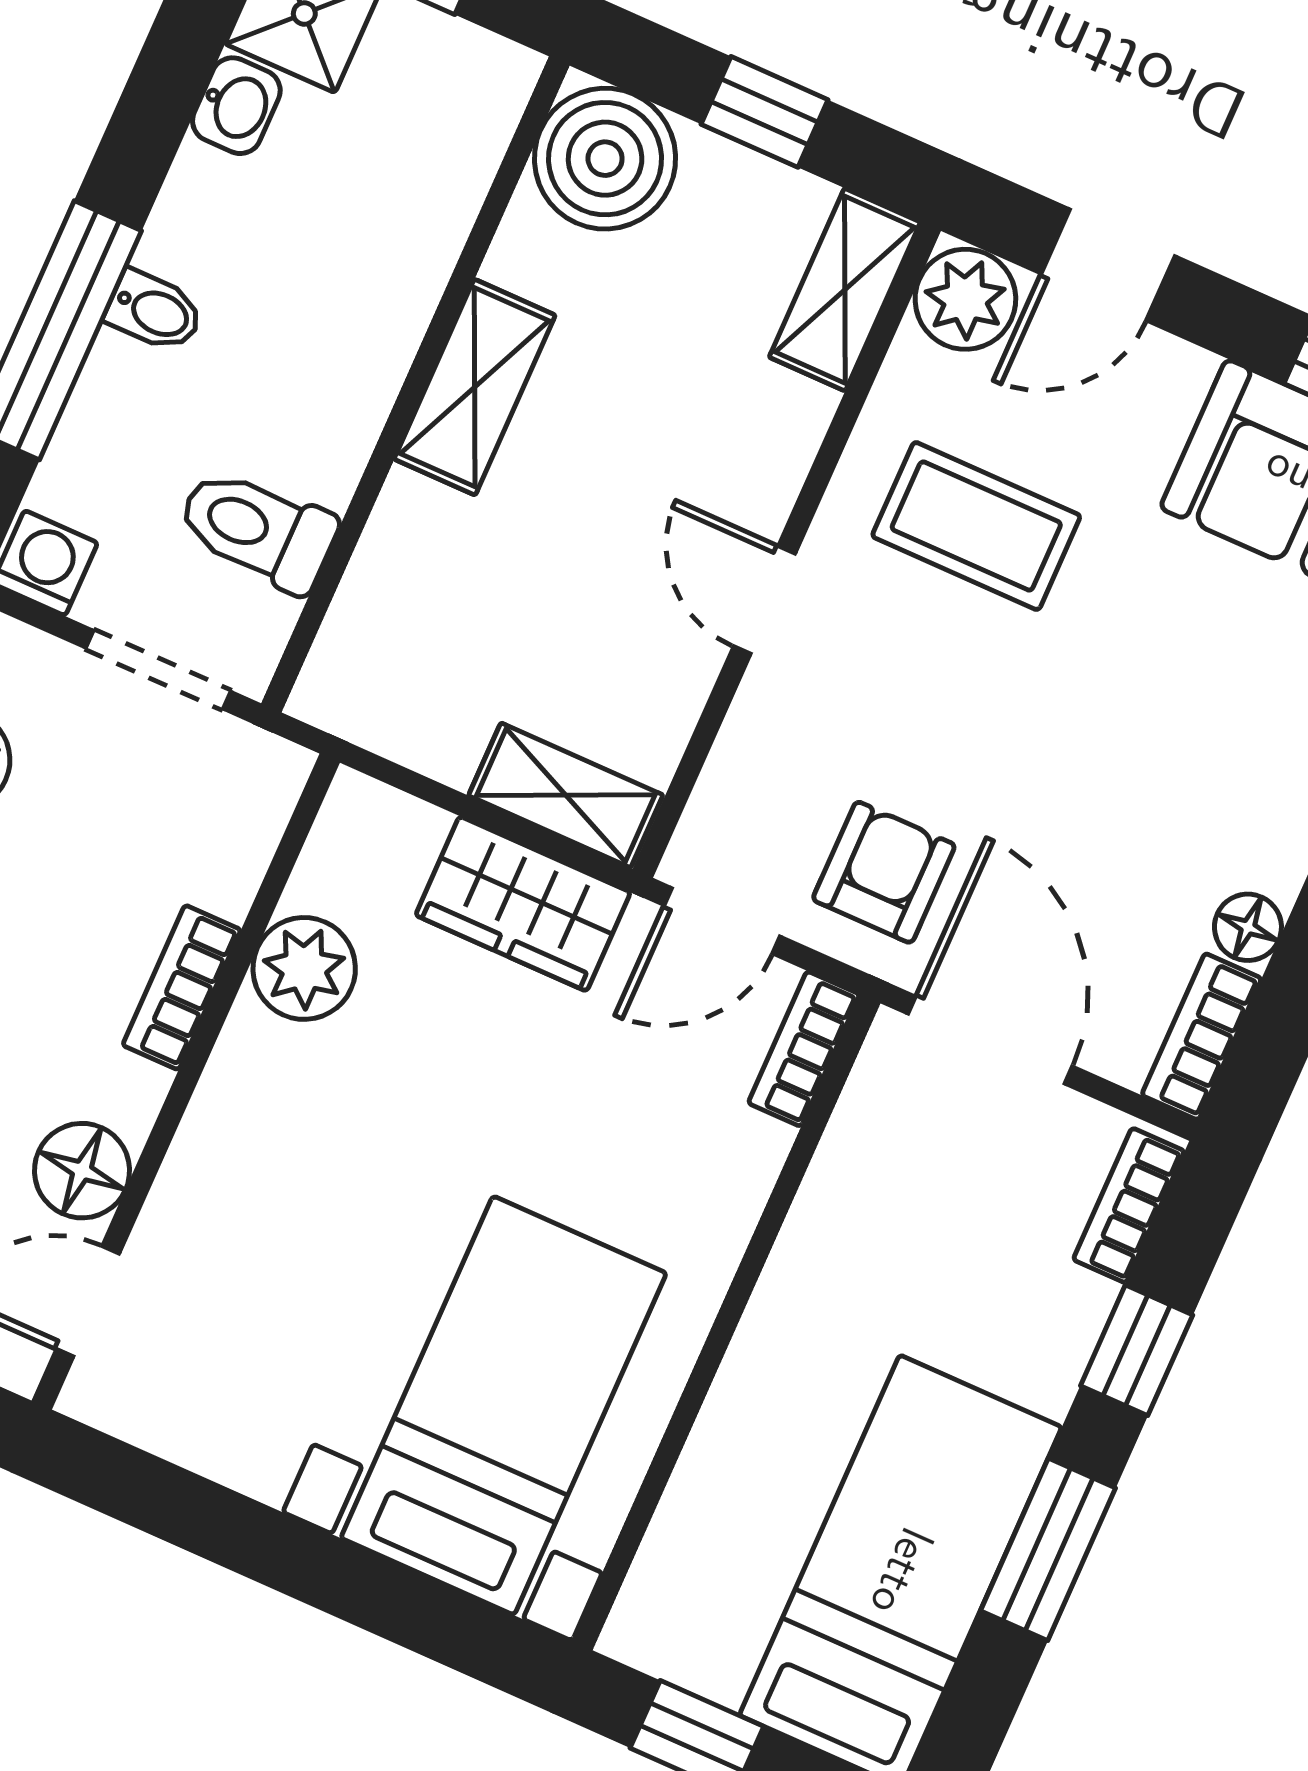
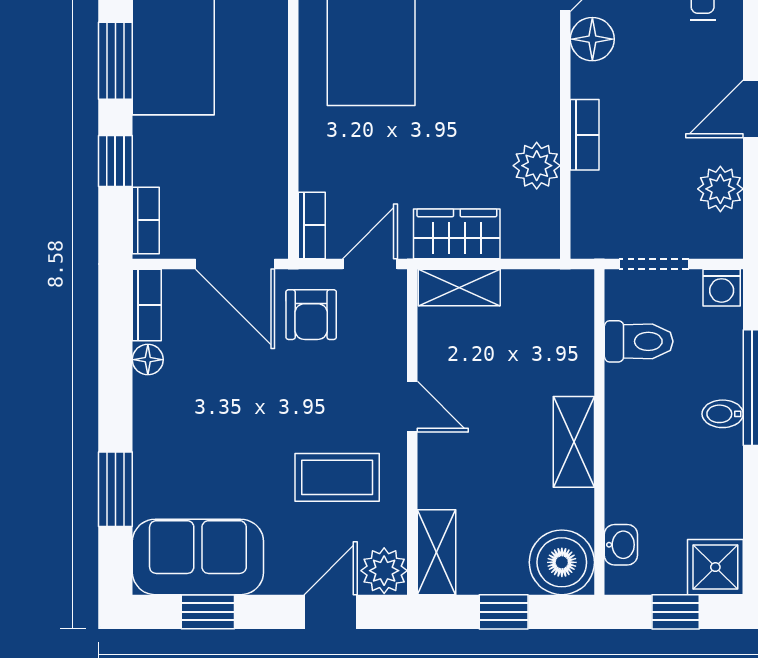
washbasin: (236, 106) -> (621, 545), moved, turned 180

